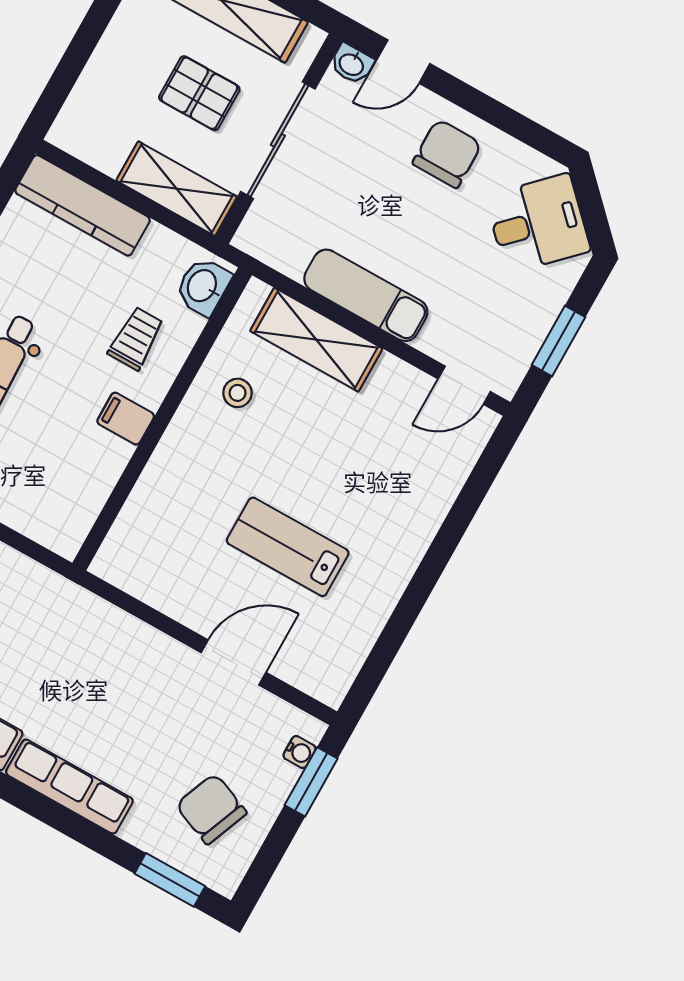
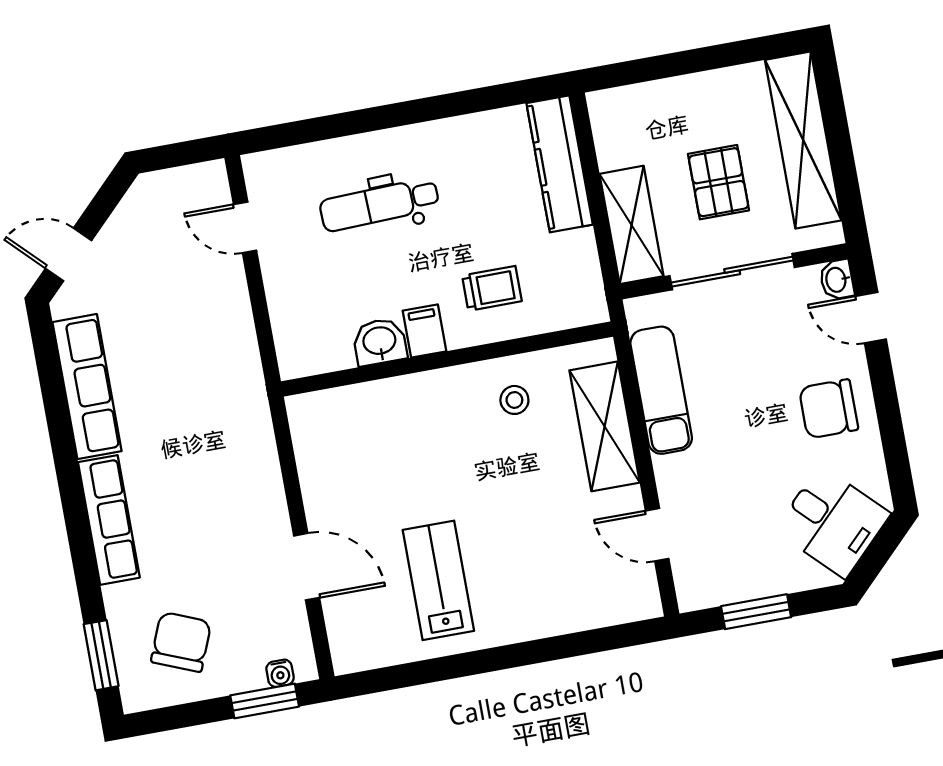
chair: (447, 154) -> (829, 409), turned 180
washbasin: (203, 286) -> (380, 342), moved
exam couch: (366, 295) -> (661, 390), moved
door: (464, 385) -> (657, 535), moved
lab bench: (288, 547) -> (438, 580), moved

